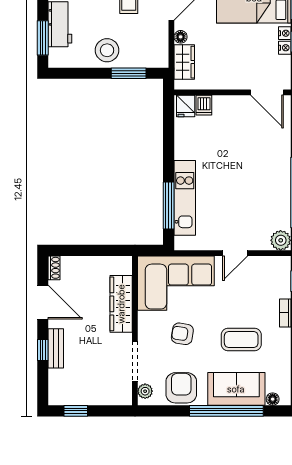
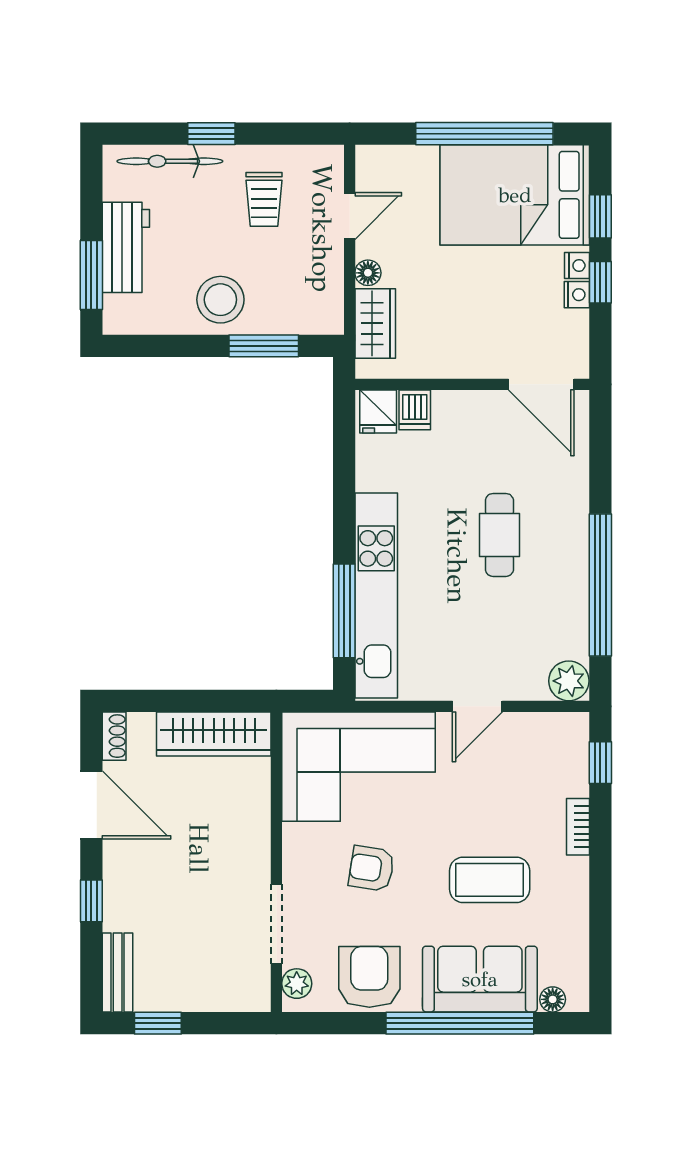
cafe table: (246, 168) -> (499, 535), added
kitchen unit: (185, 198) -> (376, 596), width x1.36
wardrobe: (121, 304) -> (214, 734), moved, turned -90
bench: (56, 348) -> (118, 973), moved

